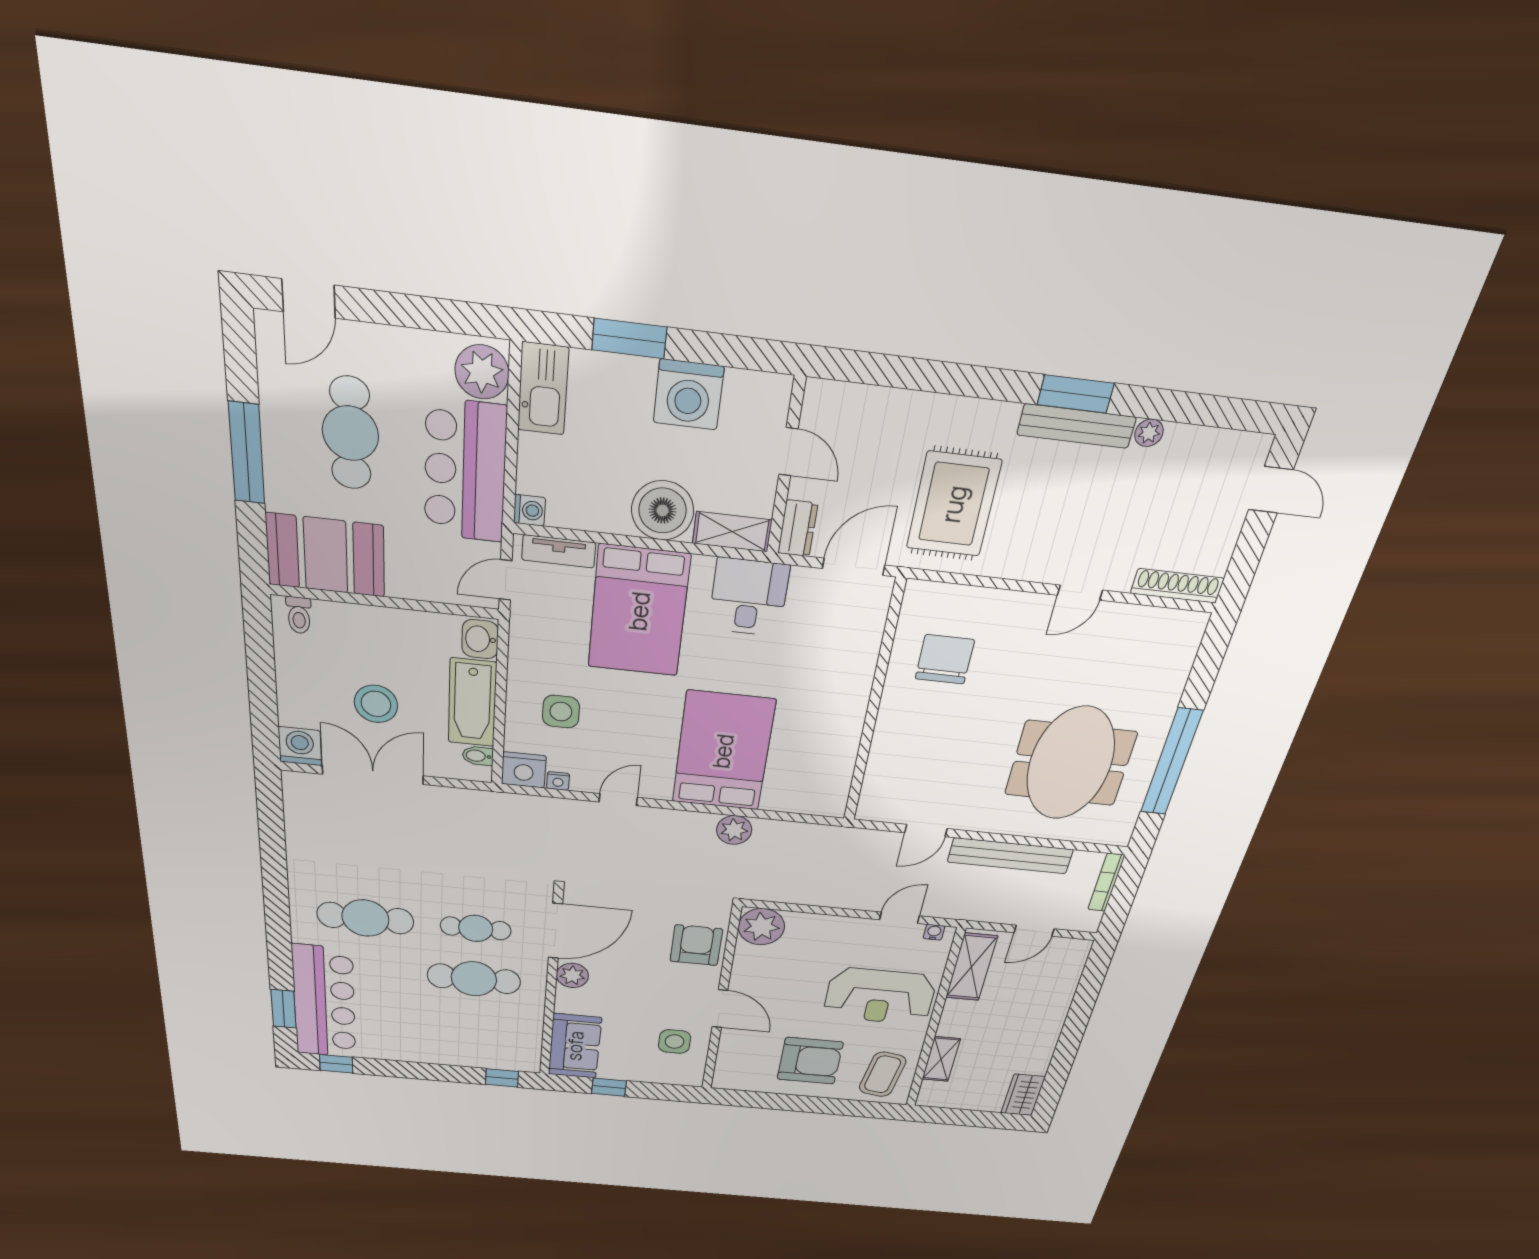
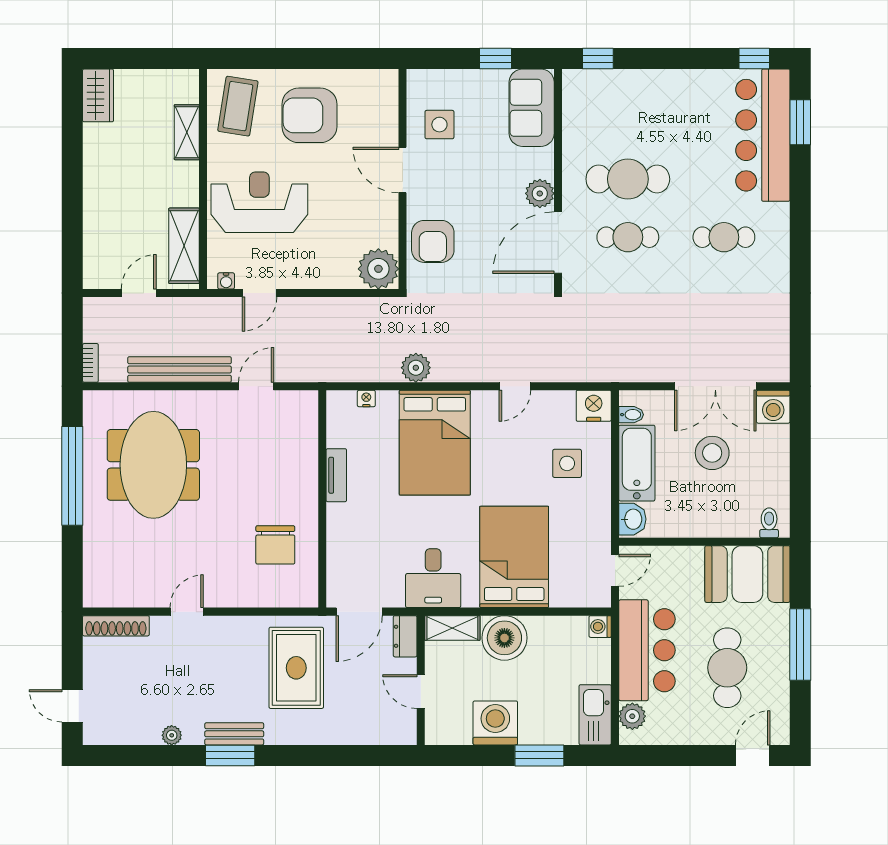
plant: (482, 372) -> (632, 716), width x0.73, depth x0.73
bench: (1076, 426) -> (234, 734), width x0.73
tv unit: (559, 551) -> (336, 475), moved, turned 90
nightstand: (558, 781) -> (366, 398), moved
bookcase: (1106, 882) -> (90, 363), width x0.64
cafe table: (365, 918) -> (724, 237), width x0.73, depth x0.74

